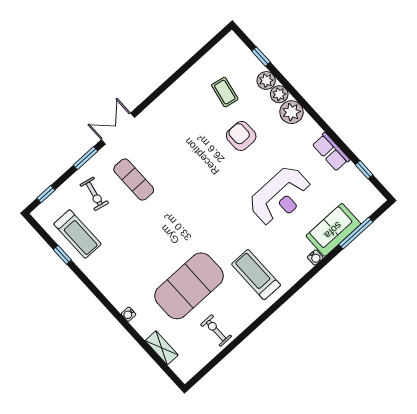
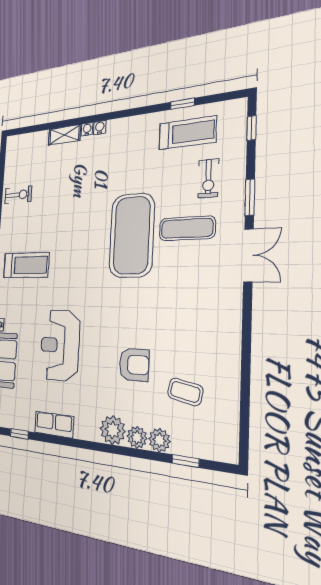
exercise bike: (94, 194) -> (208, 178), turned -102
treadmill: (78, 234) -> (187, 133), turned 180
exercise mat: (189, 286) -> (132, 235), moved
water cooler: (120, 305) -> (100, 128), added
shelving: (162, 348) -> (64, 135), moved

